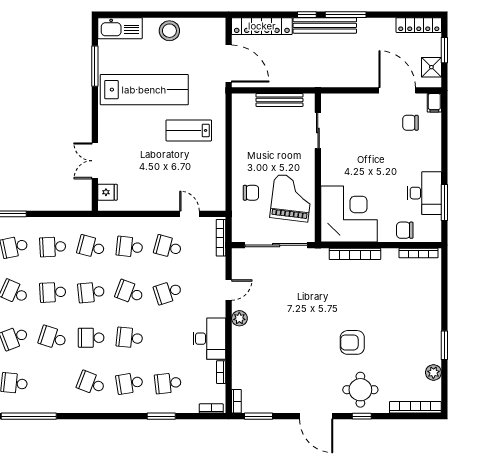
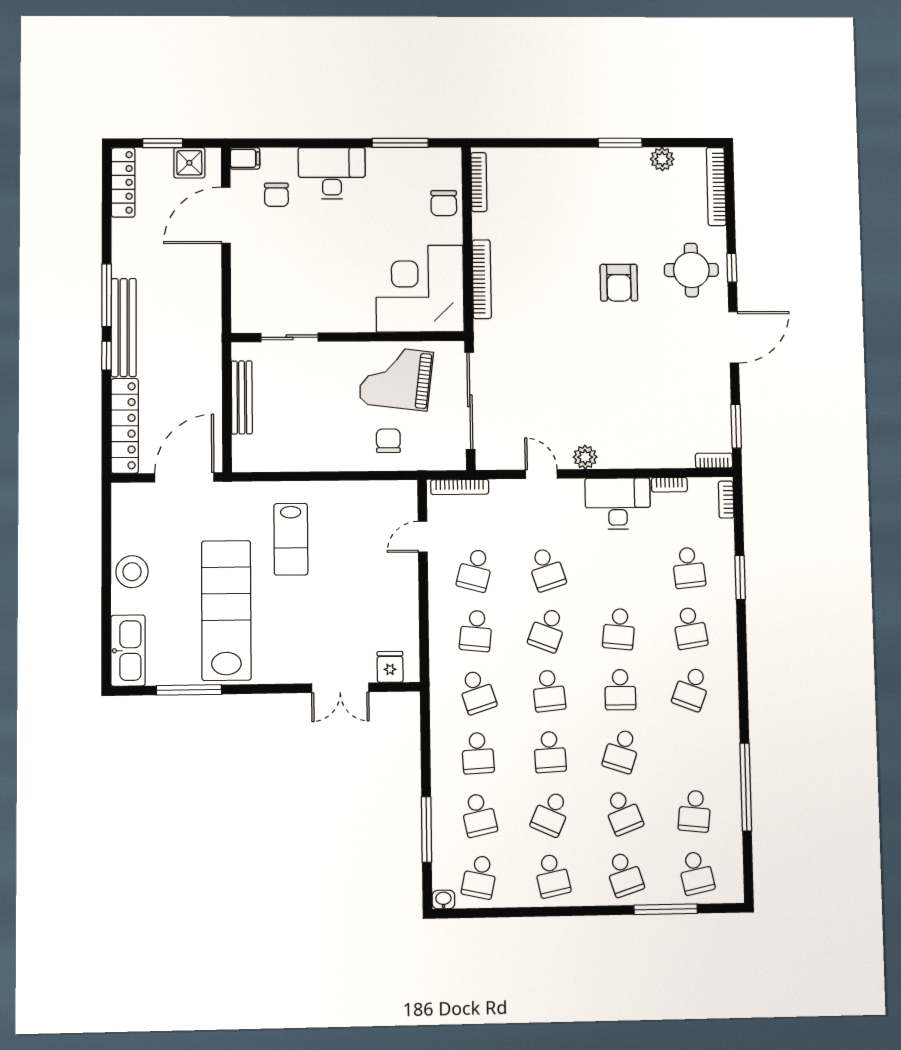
desk: (424, 193) -> (332, 173), moved
school desk: (91, 247) -> (477, 692), turned -33

